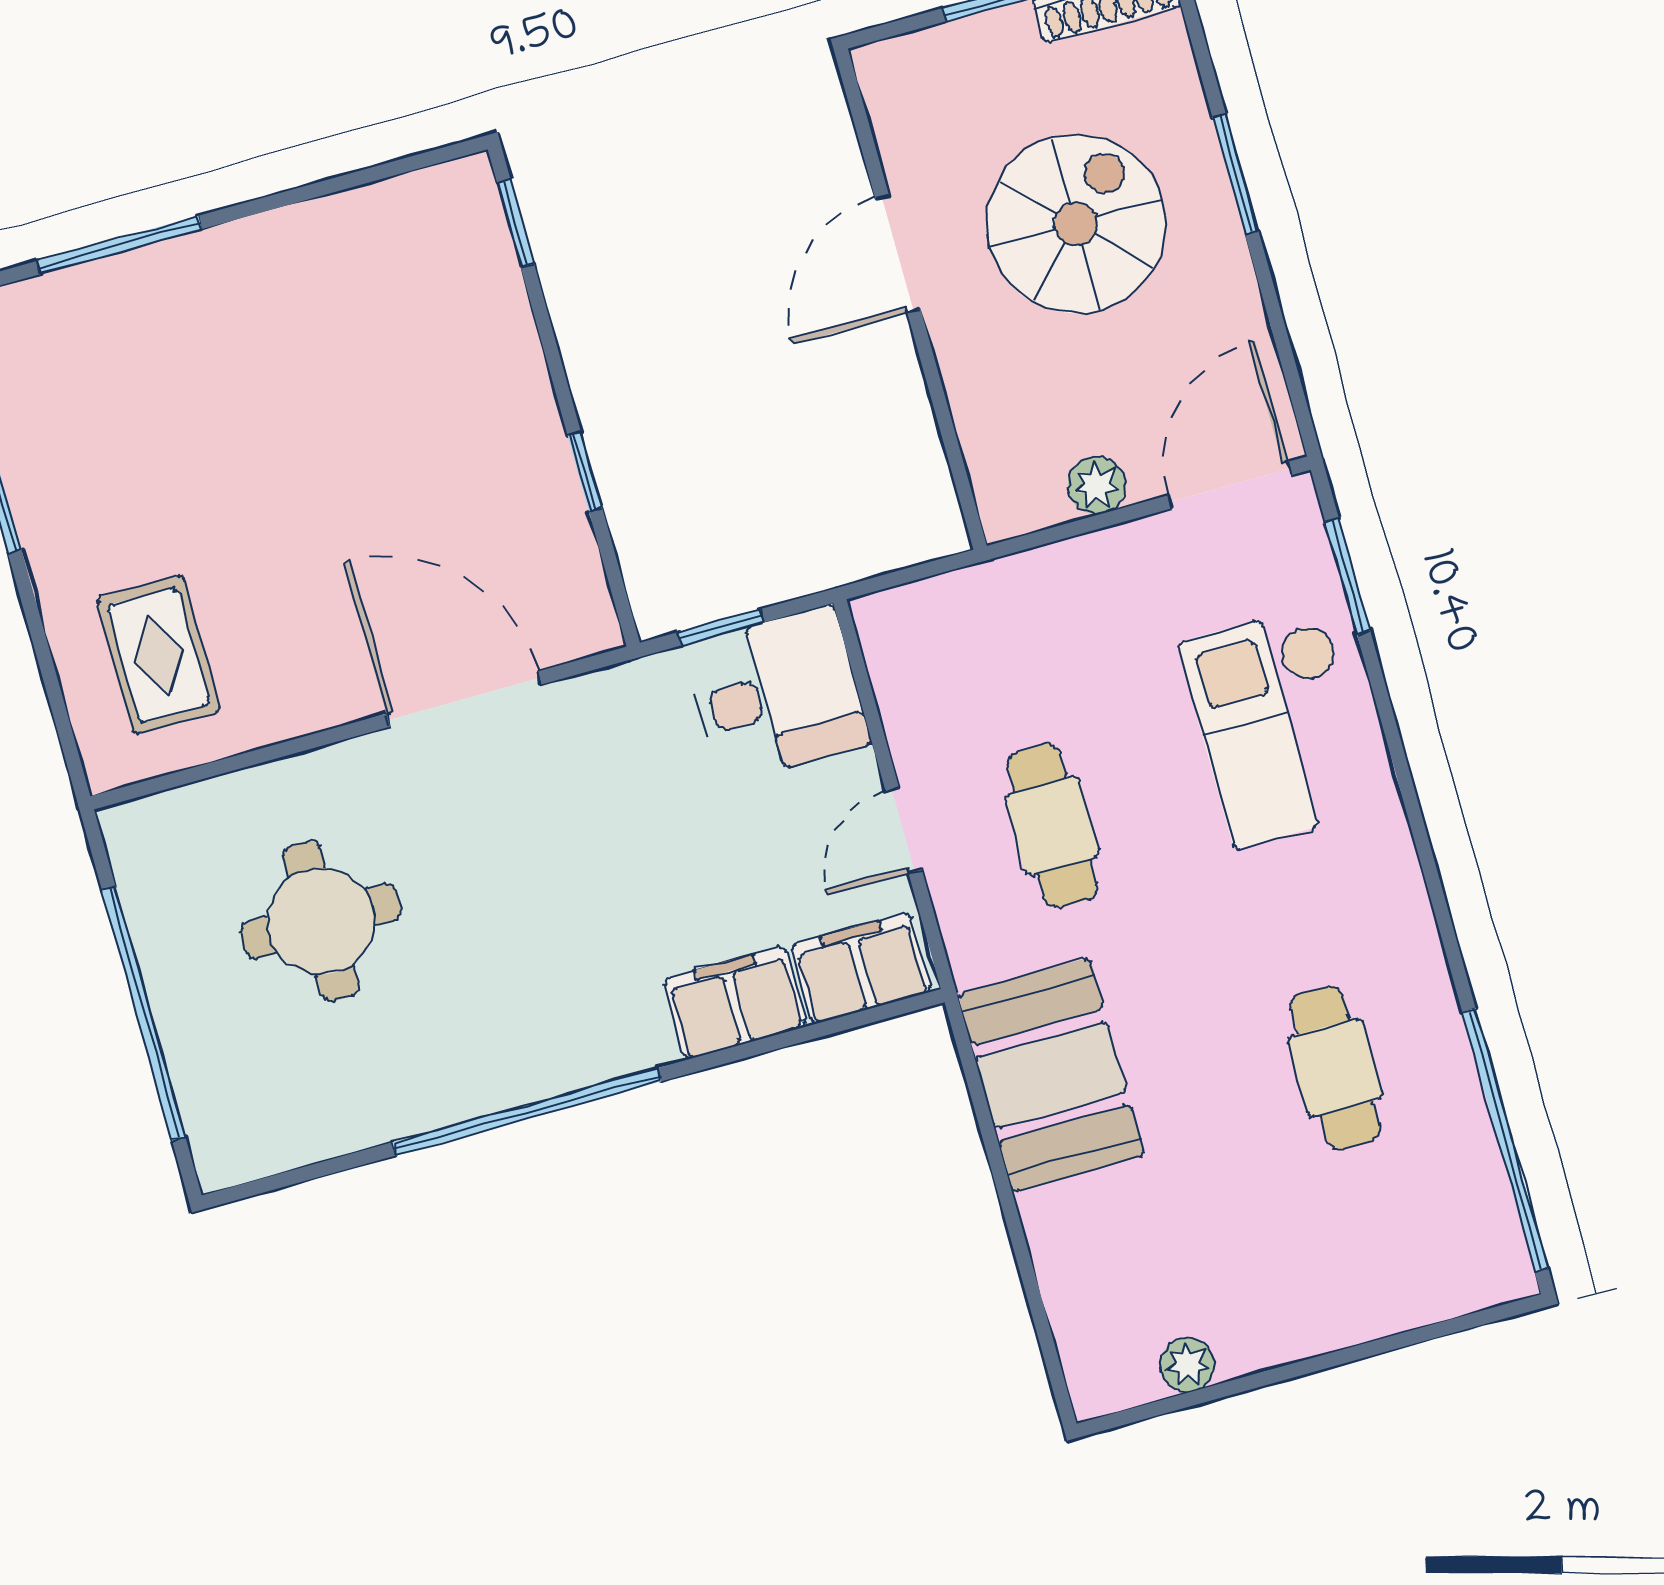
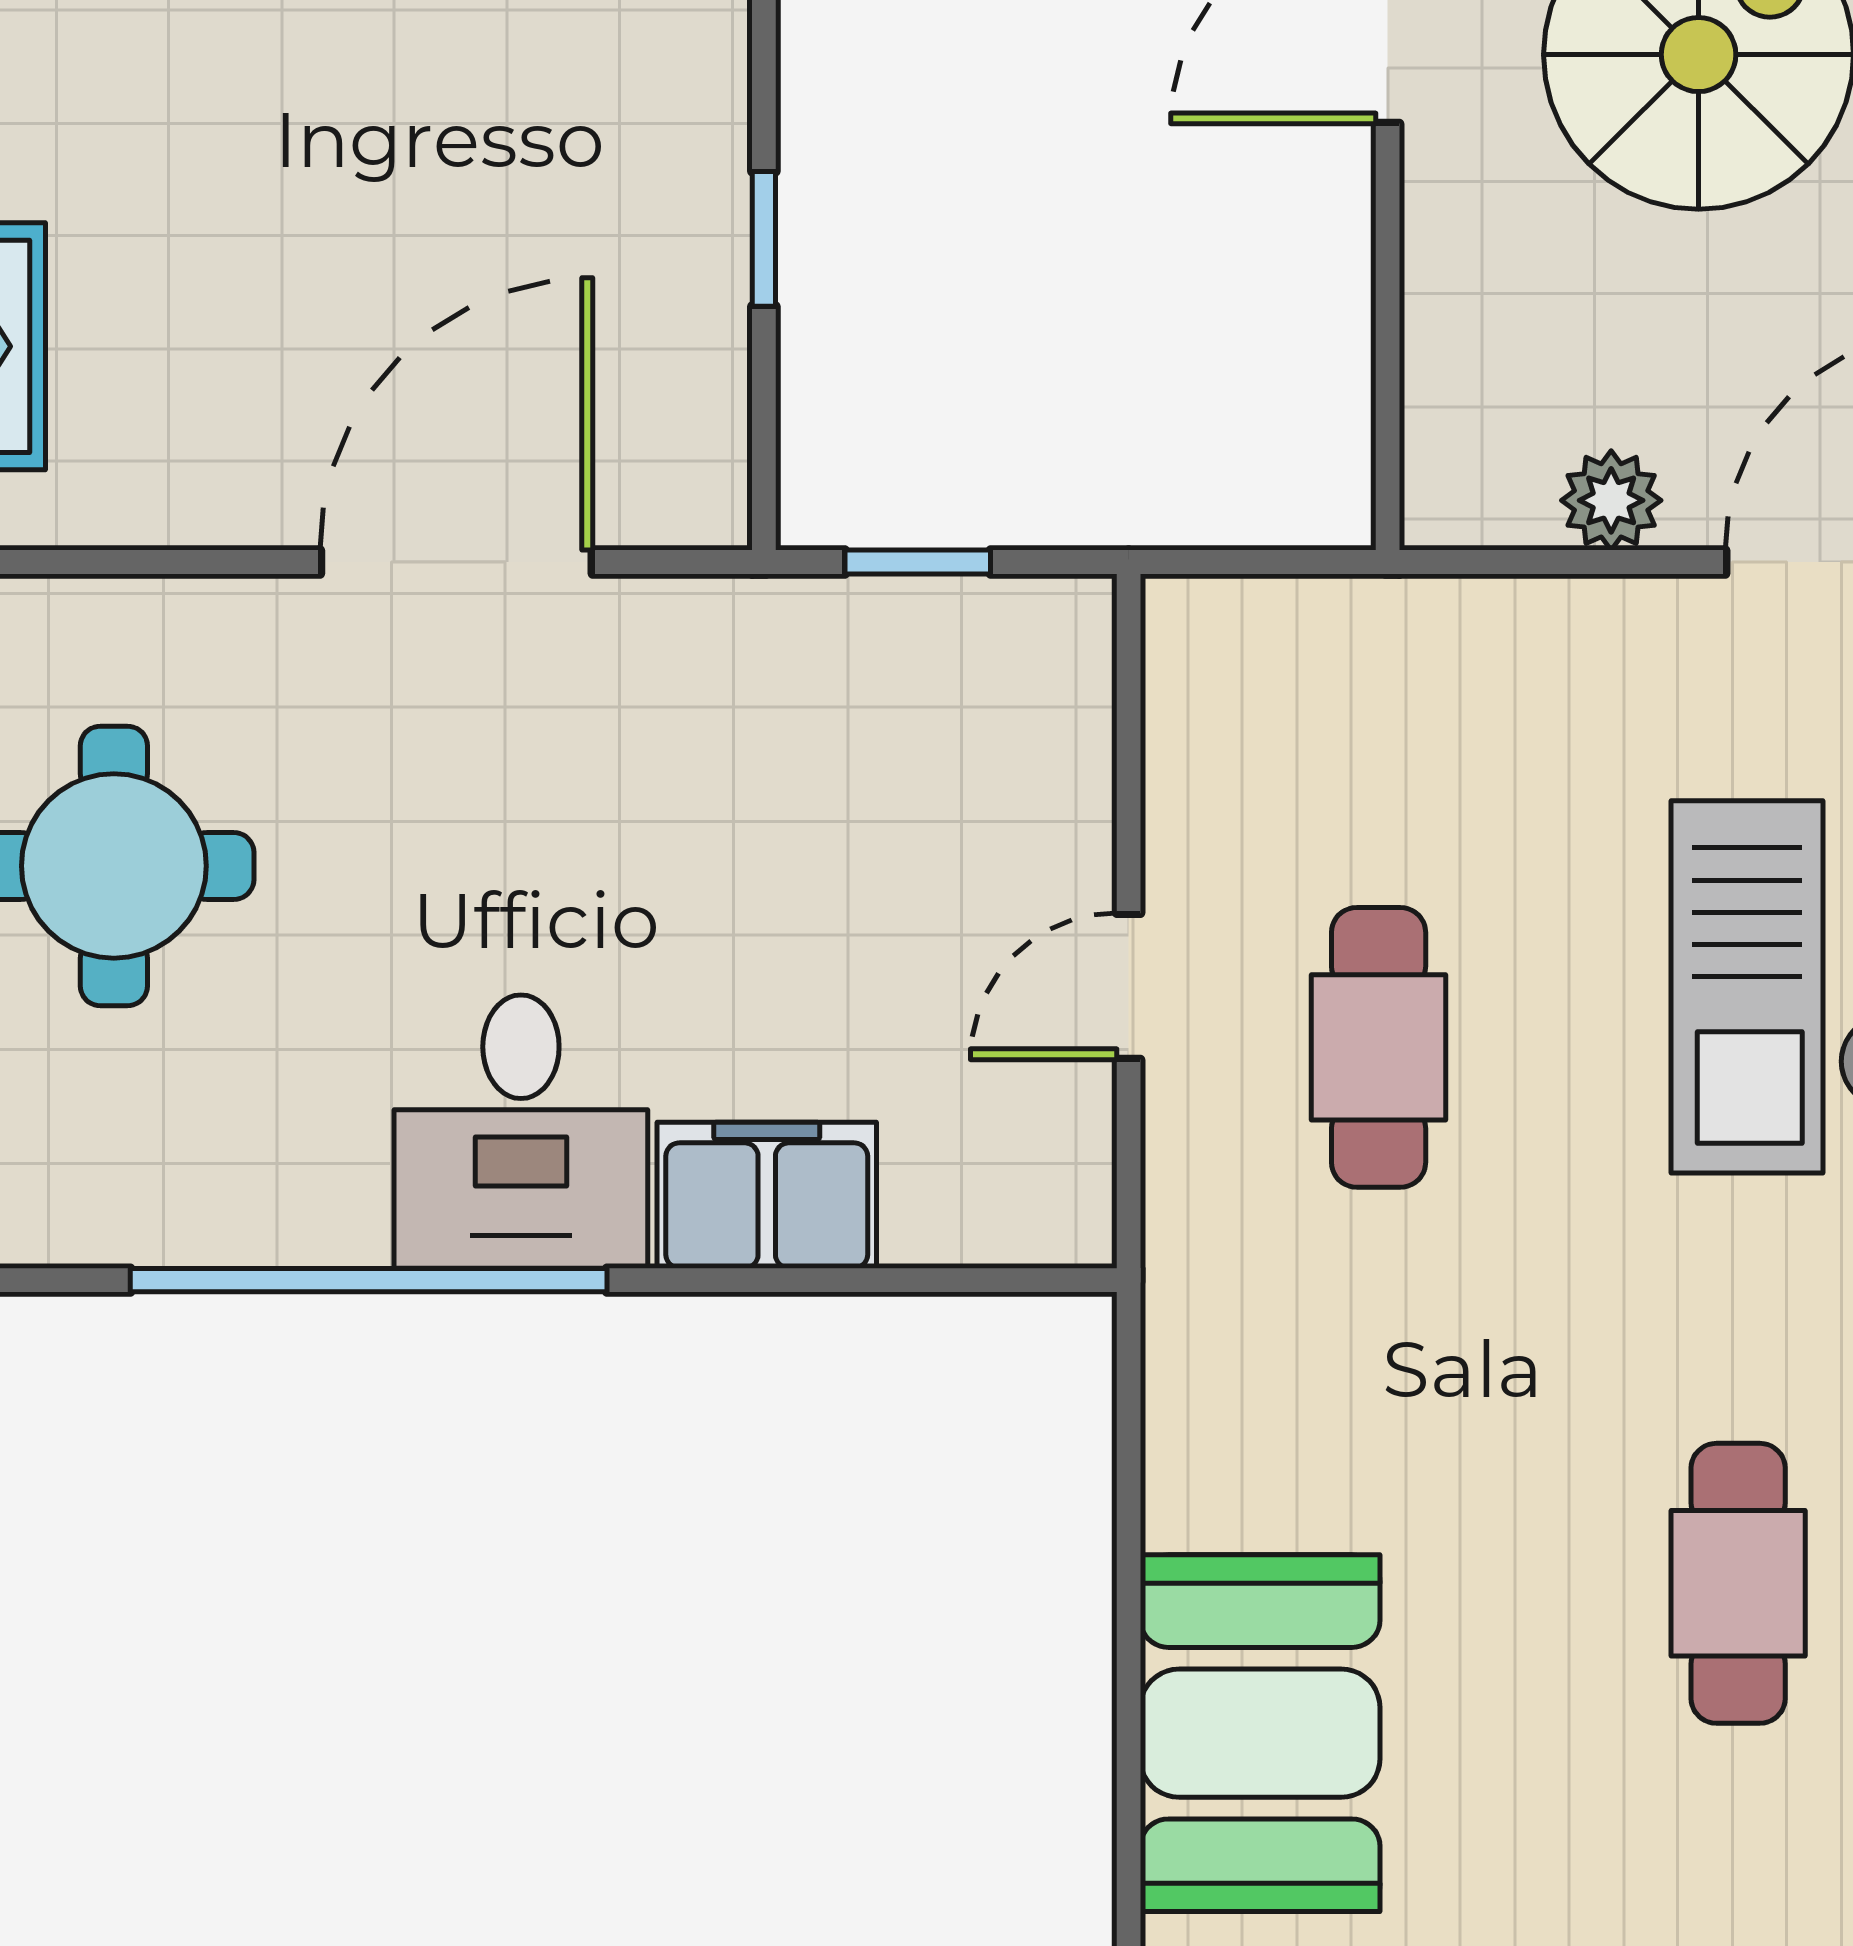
desk: (777, 695) -> (521, 1132), moved, turned 90
door: (464, 699) -> (456, 562), hinge flipped
filing cabinet: (861, 969) -> (993, 1197), removed
booth: (1051, 1075) -> (1260, 1733), moved

